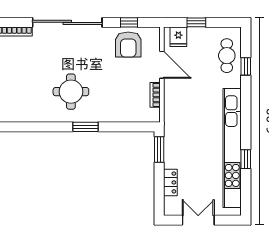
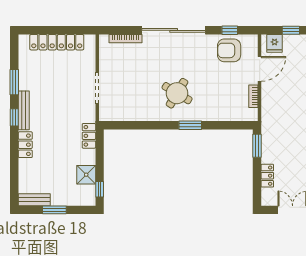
armchair: (128, 44) -> (229, 50), turned 90
door: (162, 65) -> (260, 69), hinge flipped
round table: (71, 92) -> (177, 93), turned 31

